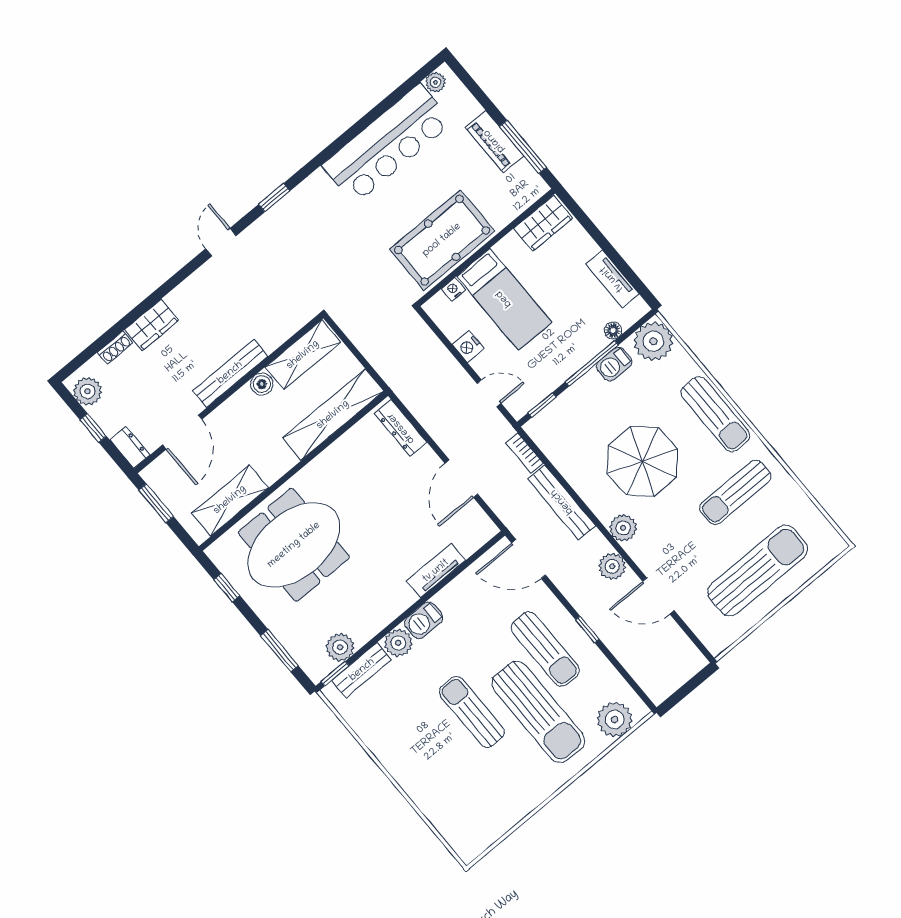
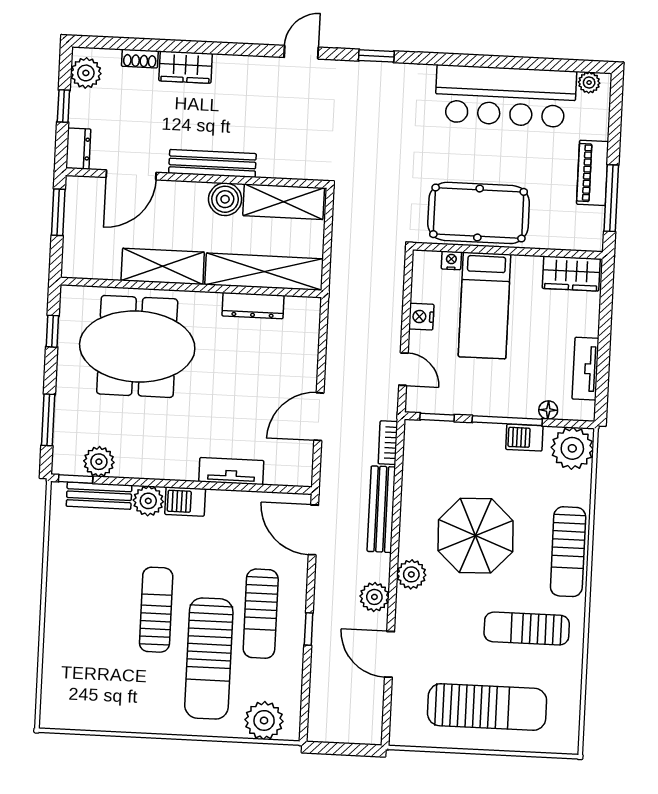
boiler: (262, 384) -> (225, 199), width x1.36, depth x1.36
dresser: (401, 428) -> (253, 306), moved, turned -90
shelving: (230, 500) -> (163, 266), moved

